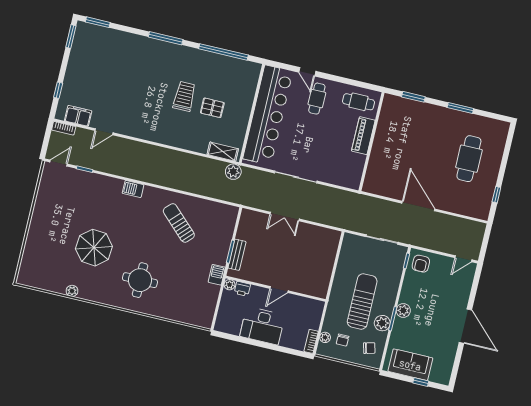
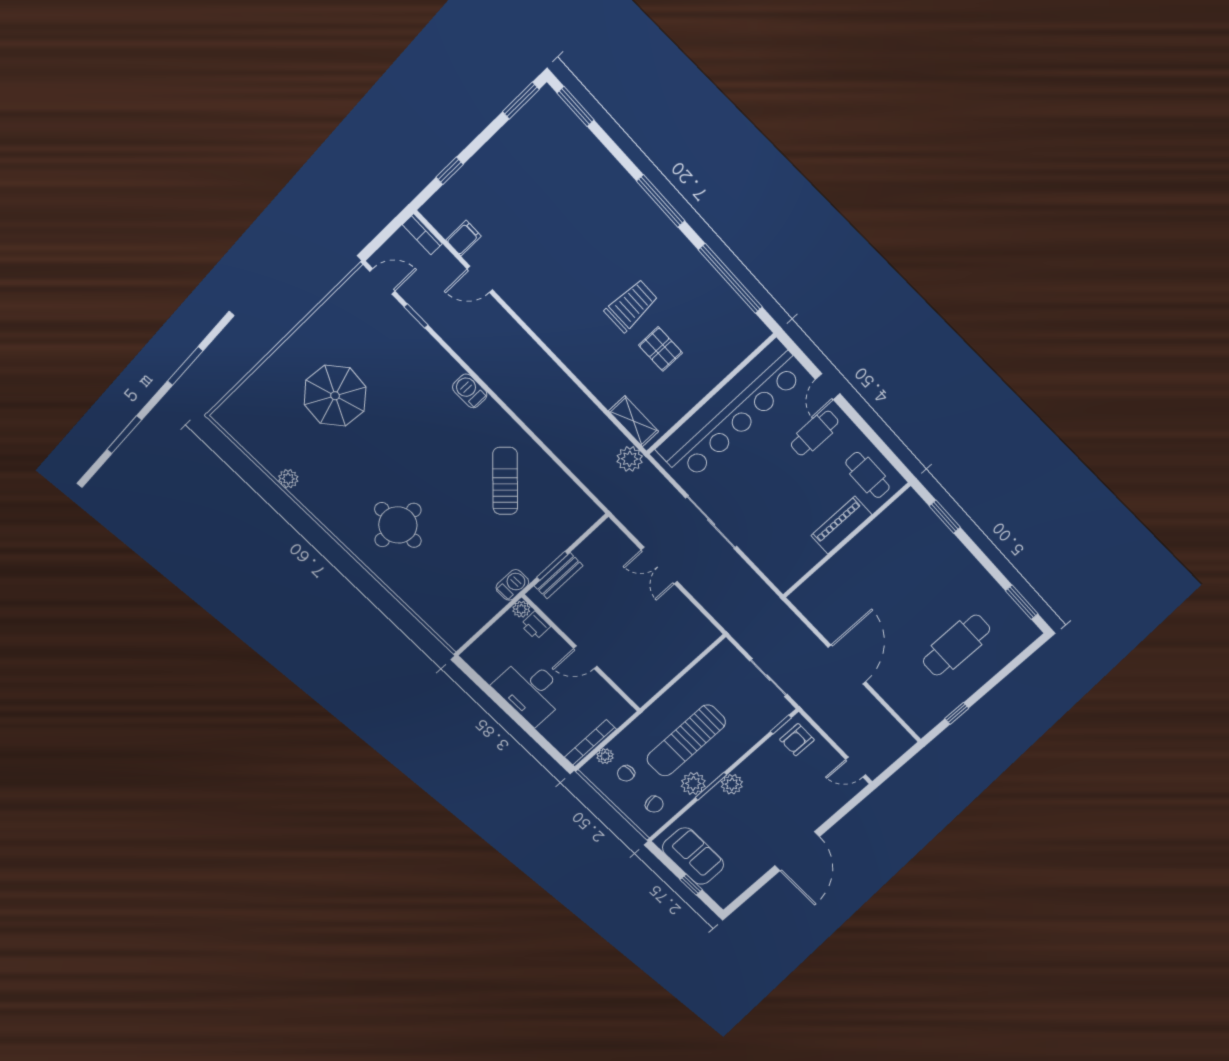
window: (460, 108) -> (1022, 602), moved
filing cabinet: (78, 116) -> (464, 238), width x0.50
parasol: (94, 248) -> (335, 396), moved
sun lounger: (362, 301) -> (686, 741), turned 180
bookcase: (311, 341) -> (590, 743), width x1.56

